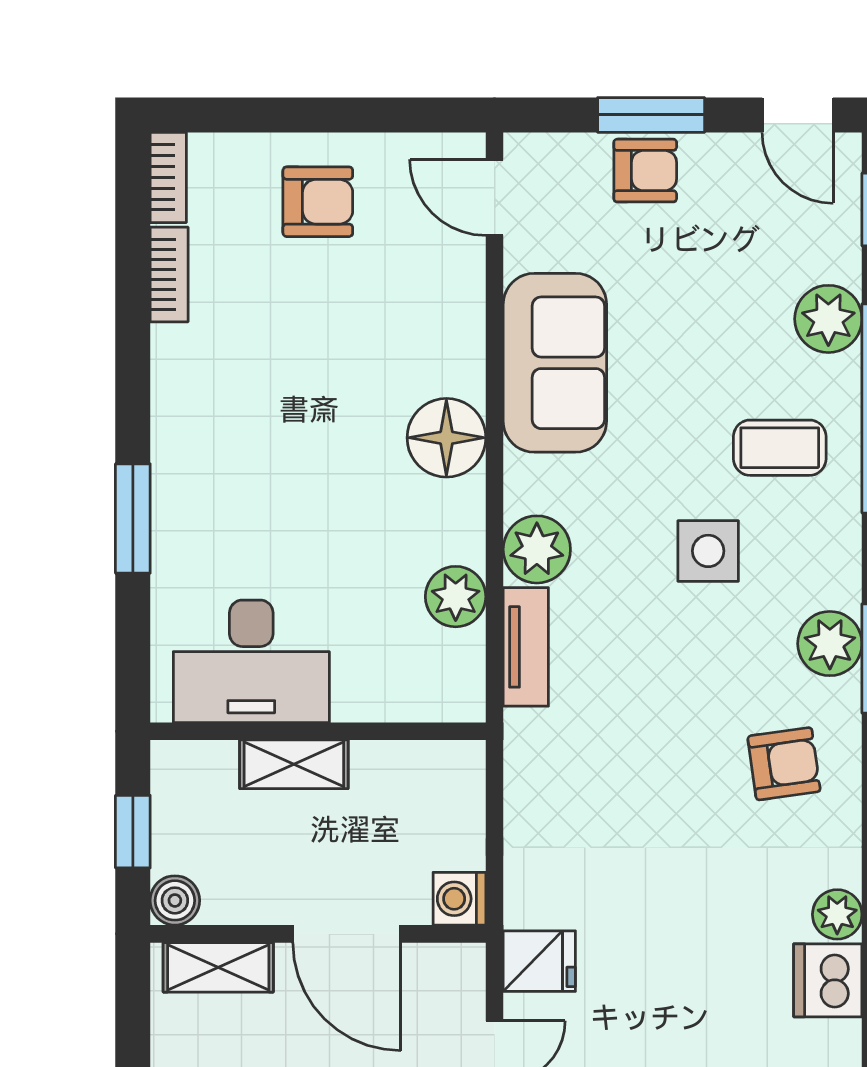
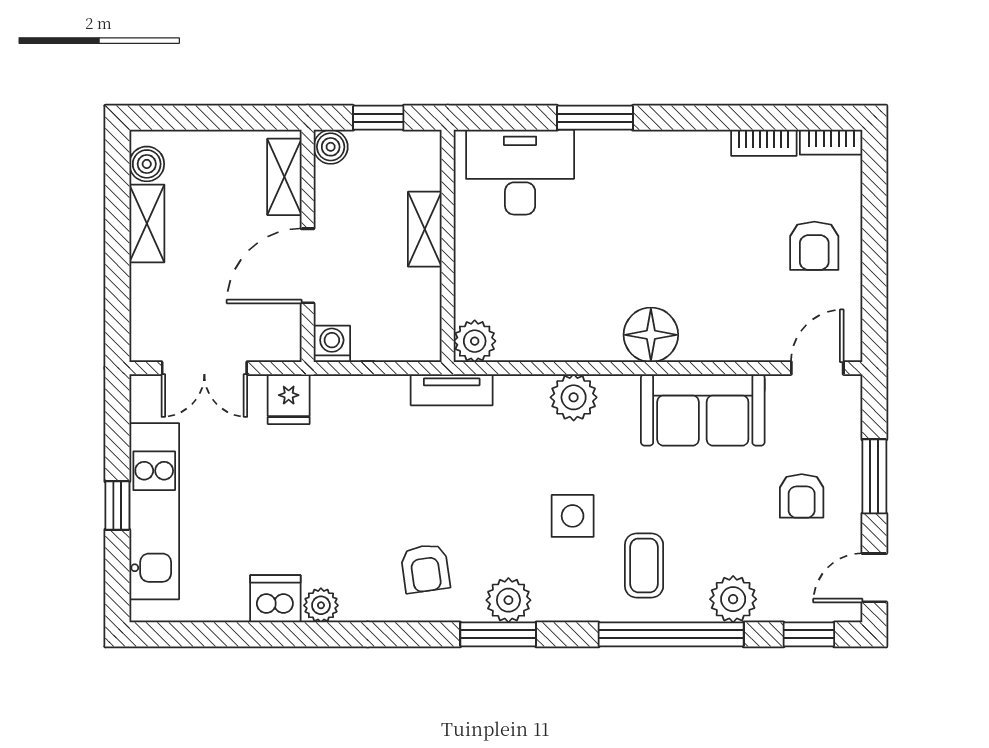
armchair: (645, 171) -> (802, 496), moved
plant: (456, 597) -> (475, 341), moved
tv unit: (526, 647) -> (452, 390), moved
desk: (251, 661) -> (520, 172), moved, turned 90

